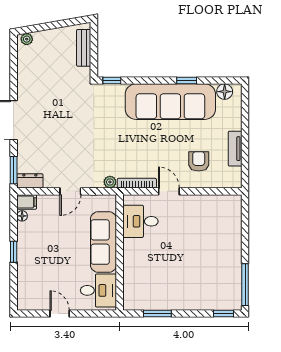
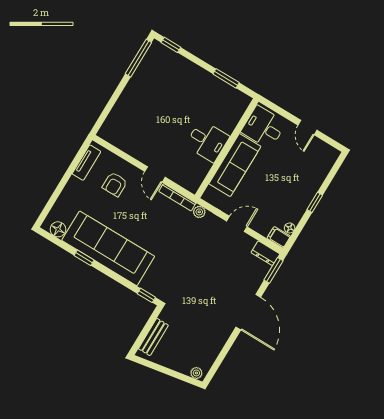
tv unit: (235, 149) -> (86, 163), moved
desk: (140, 221) -> (207, 141), moved

